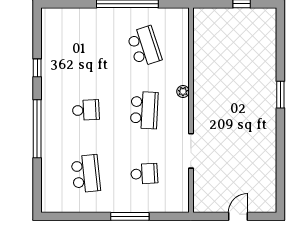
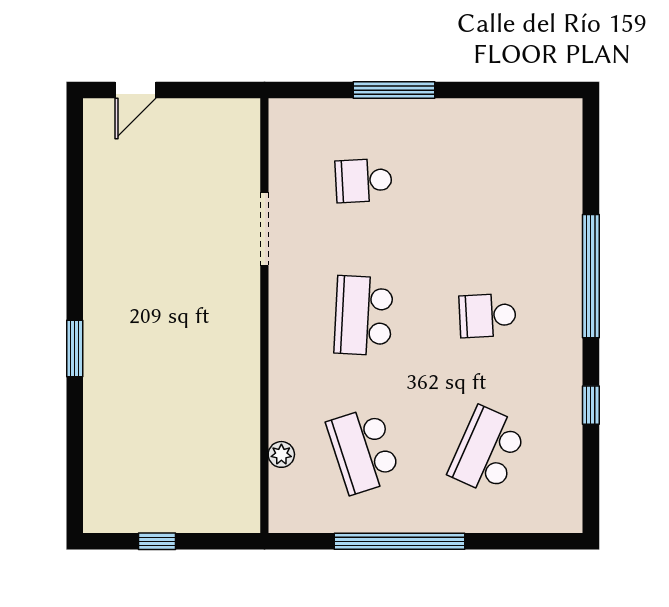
plant: (183, 92) -> (281, 454), moved
school desk: (86, 174) -> (488, 451), moved, turned 30
door: (238, 216) -> (135, 90), moved

